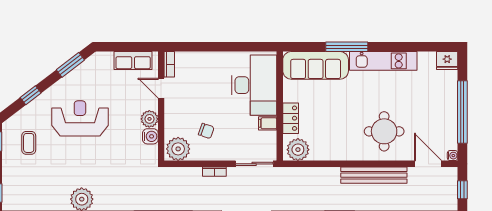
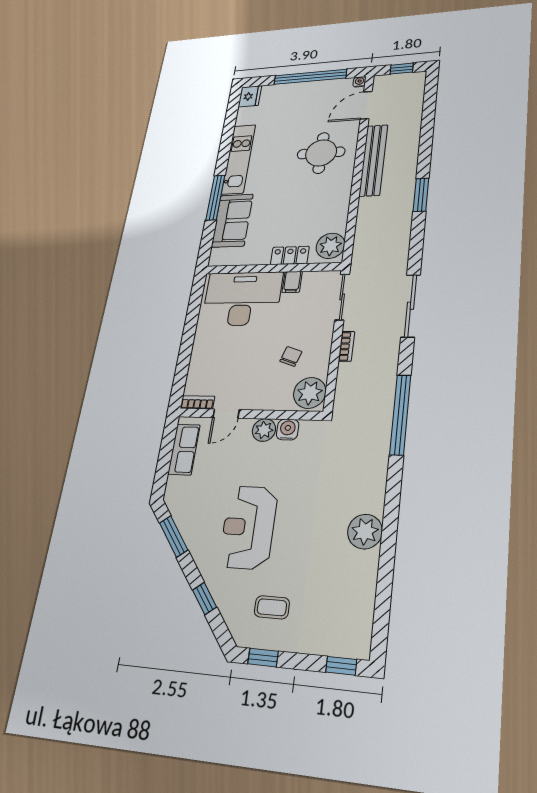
sofa: (316, 65) -> (232, 220), width x0.73

